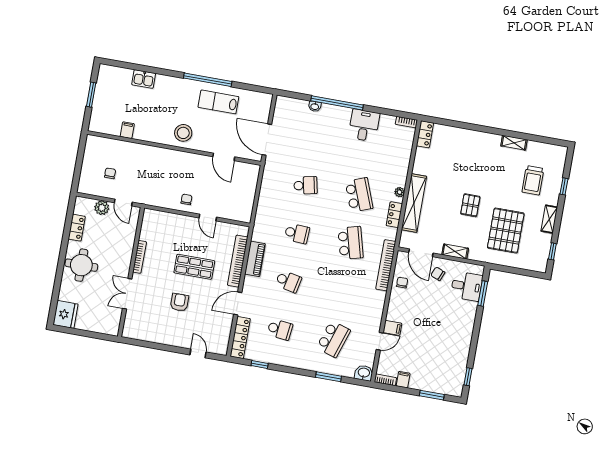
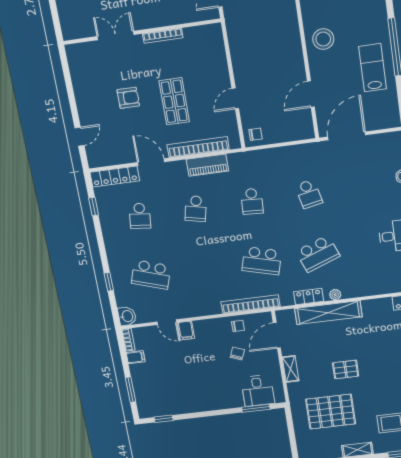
chair: (186, 199) -> (255, 134), moved
school desk: (350, 243) -> (262, 261), turned 30
chair: (438, 274) -> (237, 354), moved
window: (328, 377) -> (109, 282), width x0.67

